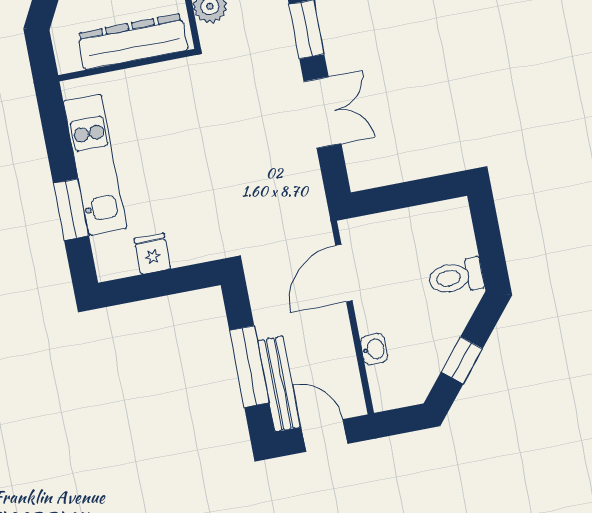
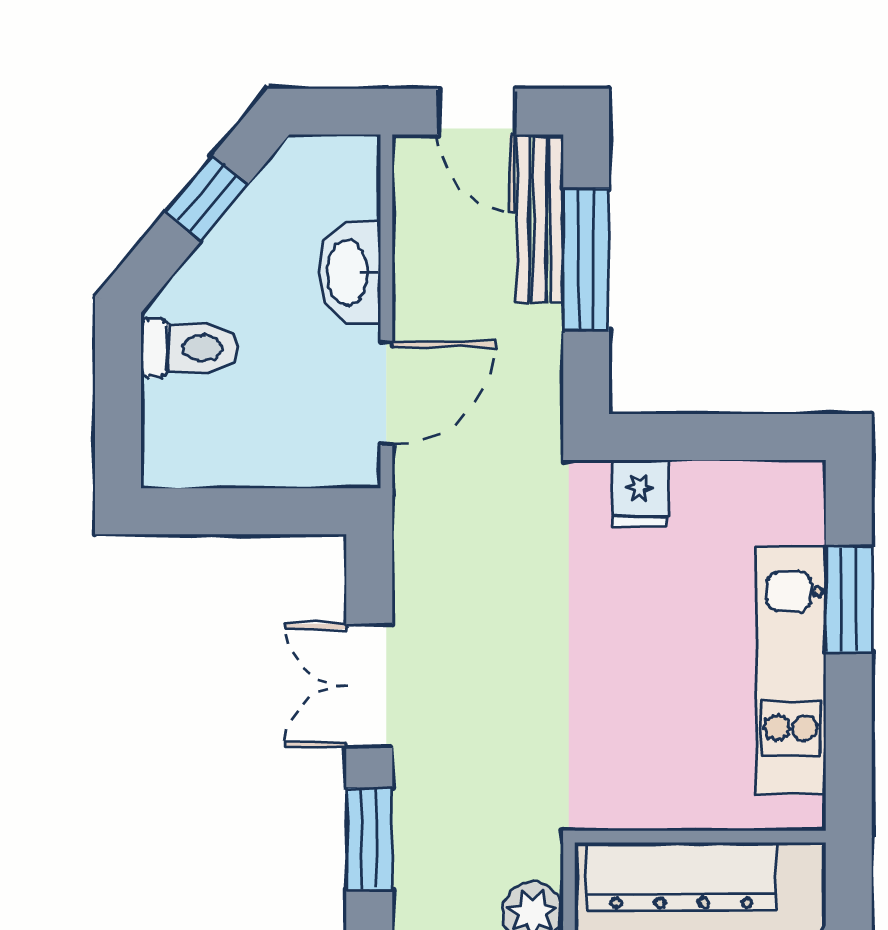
fridge: (152, 254) -> (640, 493), moved
washbasin: (374, 349) -> (349, 272), width x1.91, depth x1.45

